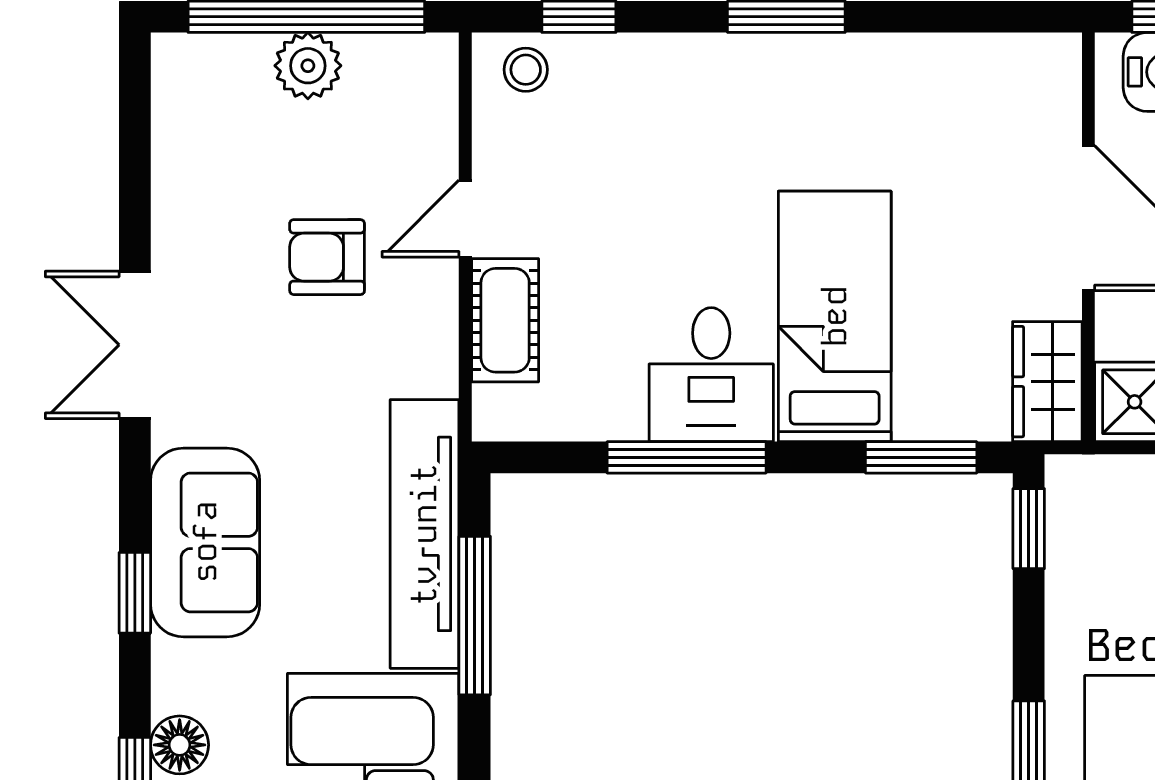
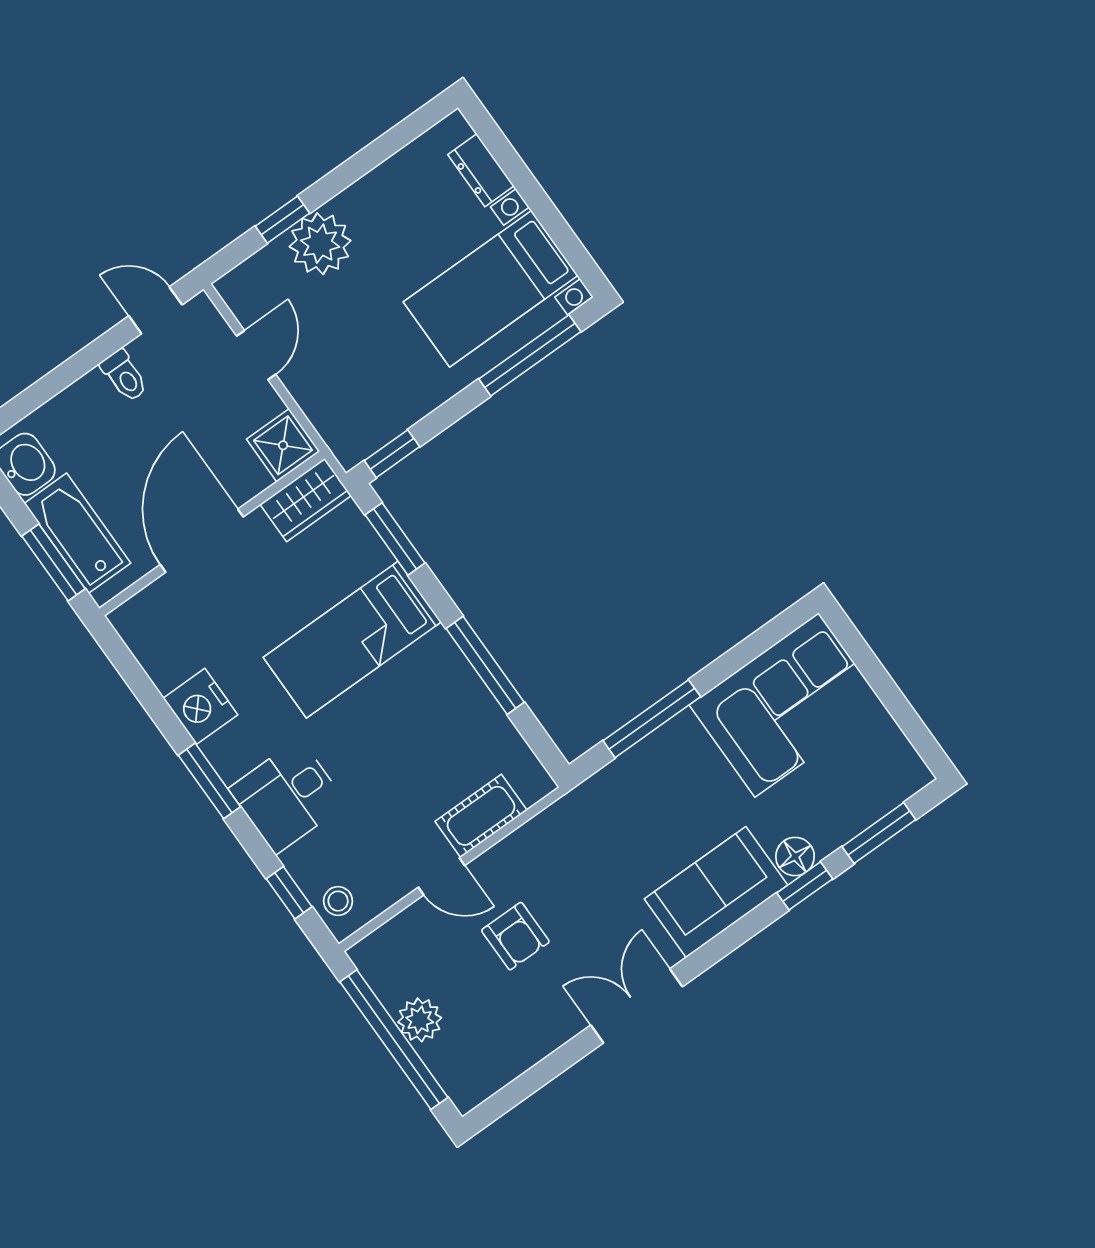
nightstand: (886, 71) -> (200, 706), added
double door: (135, 345) -> (637, 1006), swing flipped
desk: (711, 375) -> (288, 796), moved, turned 180
tv unit: (425, 534) -> (627, 777), removed
window: (135, 593) -> (805, 886), moved
floor lamp: (180, 745) -> (795, 857), moved

